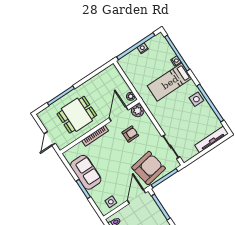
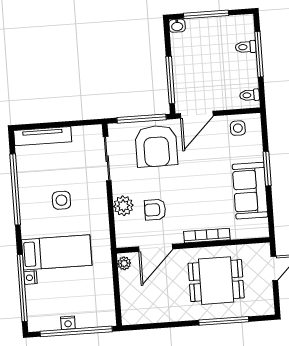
side table: (196, 99) -> (61, 200), moved
plant: (138, 111) -> (123, 206), moved
armchair: (149, 168) -> (156, 146), turned -80

